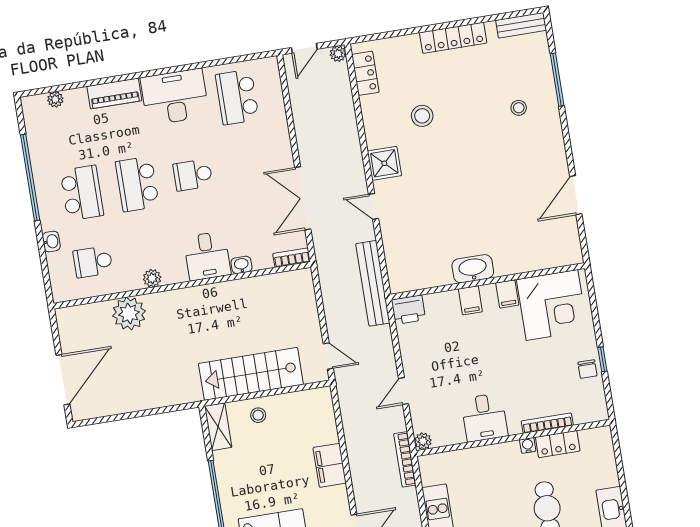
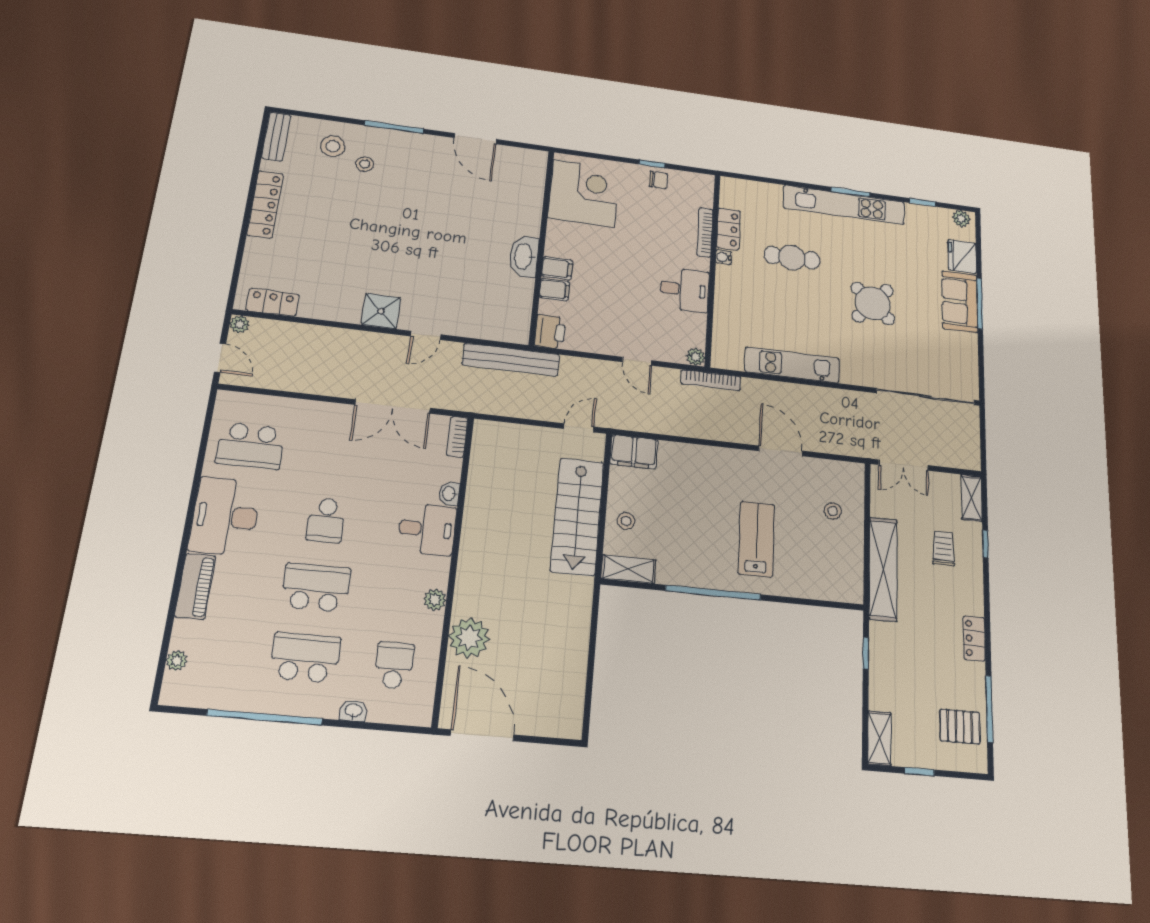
window: (557, 80) -> (394, 127), moved
stool: (422, 116) -> (333, 146), moved
school desk: (137, 184) -> (316, 588), turned 180
school desk: (93, 262) -> (394, 665), turned 180
filing cabinet: (507, 294) -> (555, 290), moved
door: (63, 380) -> (482, 735), moved
filing cabinet: (330, 465) -> (634, 452), moved

